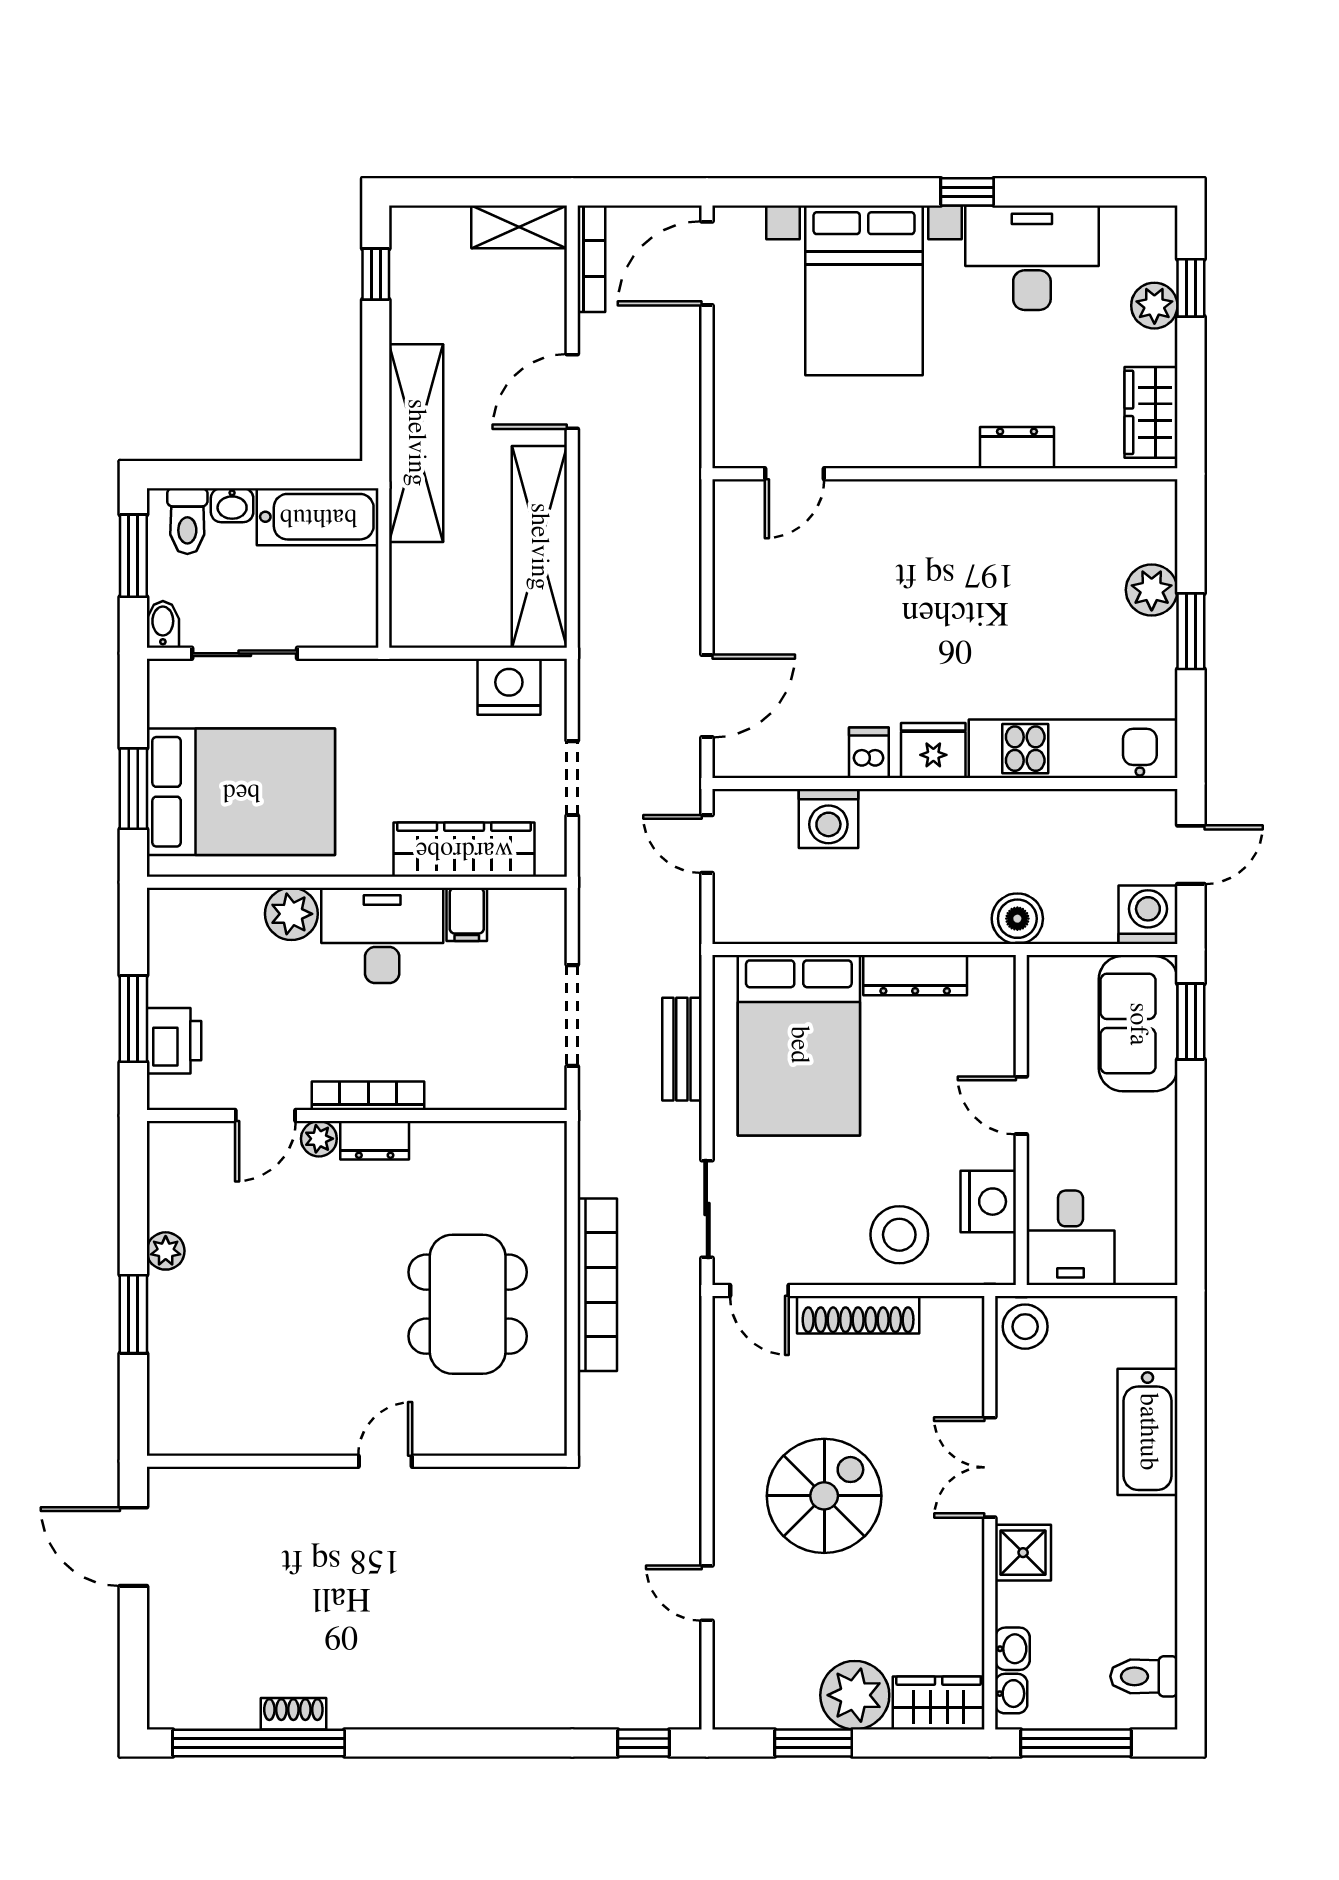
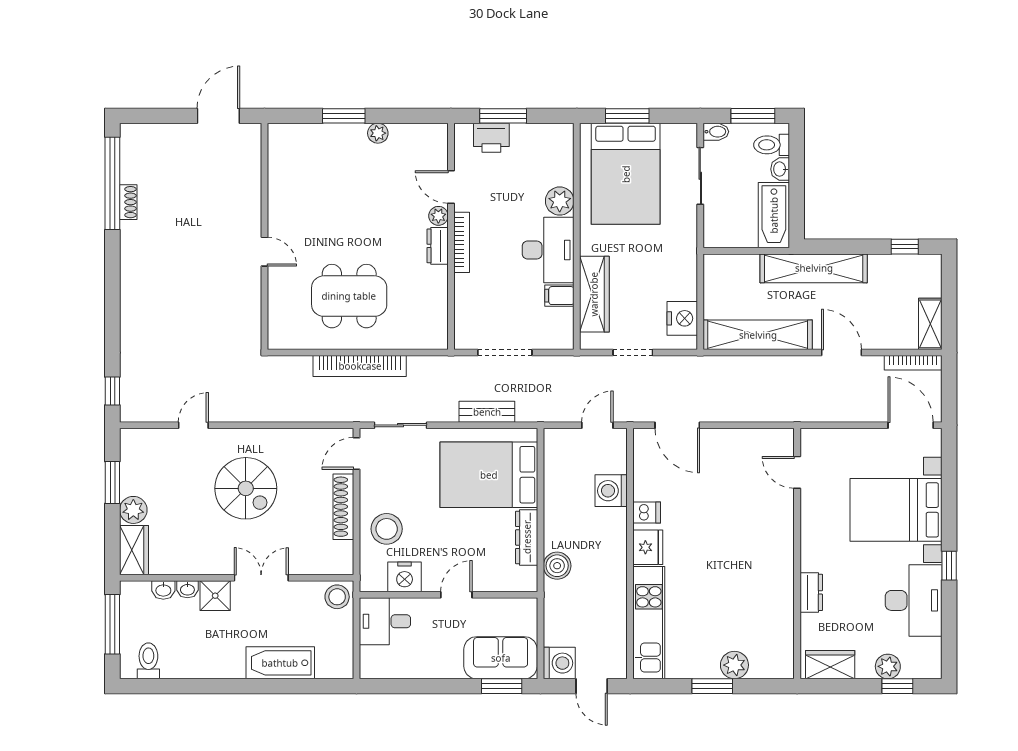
boiler: (1017, 919) -> (557, 566), moved
washbasin: (1011, 1694) -> (187, 589), moved
plant: (855, 1695) -> (133, 510), width x0.73, depth x0.73

